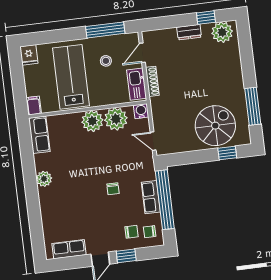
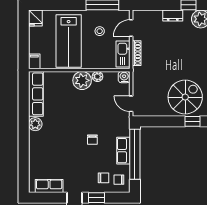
lab bench: (71, 77) -> (69, 41), turned 180
plant: (116, 119) -> (97, 77), width x0.53, depth x0.53
row of seats: (39, 135) -> (36, 94), width x1.48

